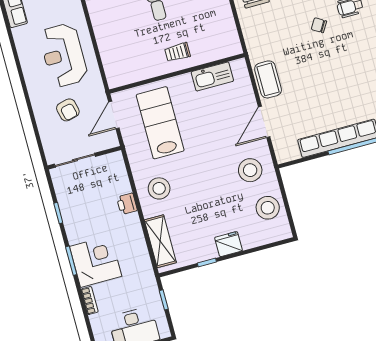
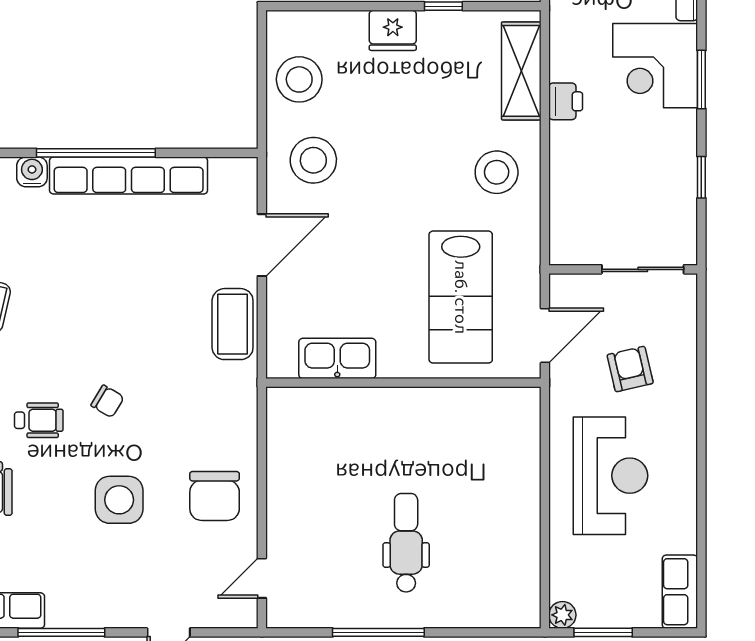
trolley: (178, 52) -> (391, 423), removed
printer: (127, 204) -> (566, 101), moved

